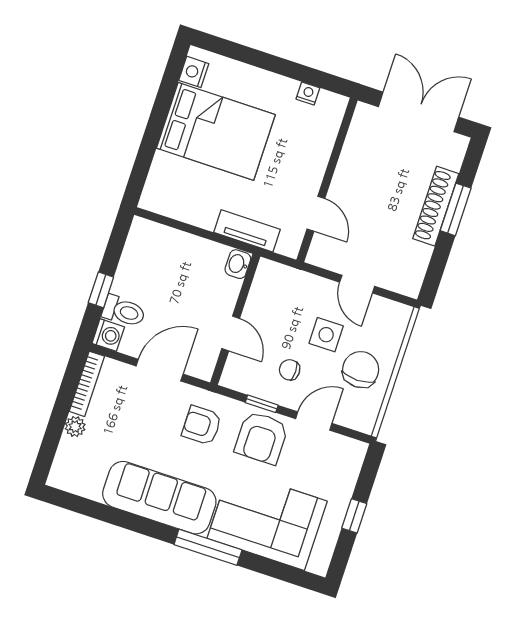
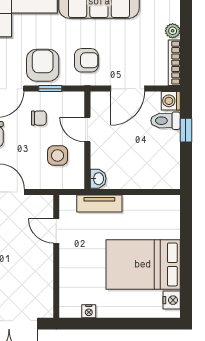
side table: (326, 335) -> (58, 155), moved

